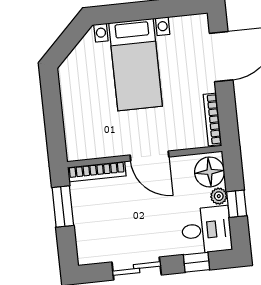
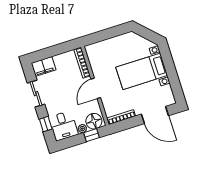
window: (237, 204) -> (91, 135), moved
window: (63, 207) -> (60, 49), removed
filing cabinet: (89, 244) -> (43, 66), added

